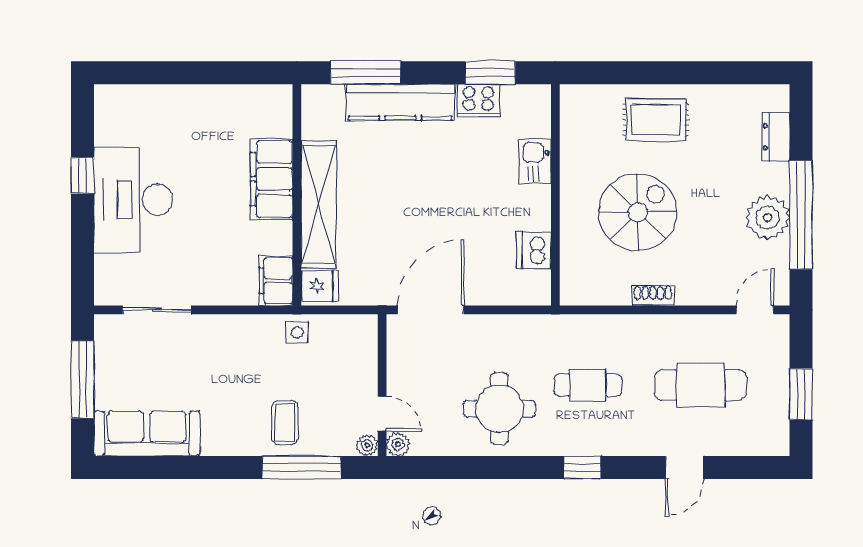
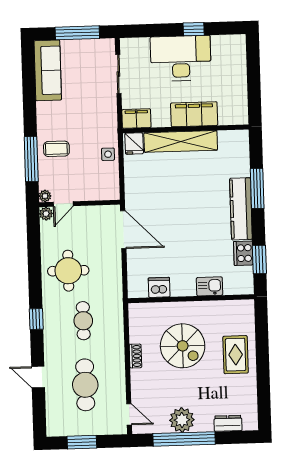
filing cabinet: (272, 179) -> (194, 114), moved
wall: (297, 195) -> (186, 129), moved
shelving: (319, 204) -> (181, 141), moved
filing cabinet: (276, 281) -> (136, 119), moved
fridge: (320, 286) -> (134, 144), moved

